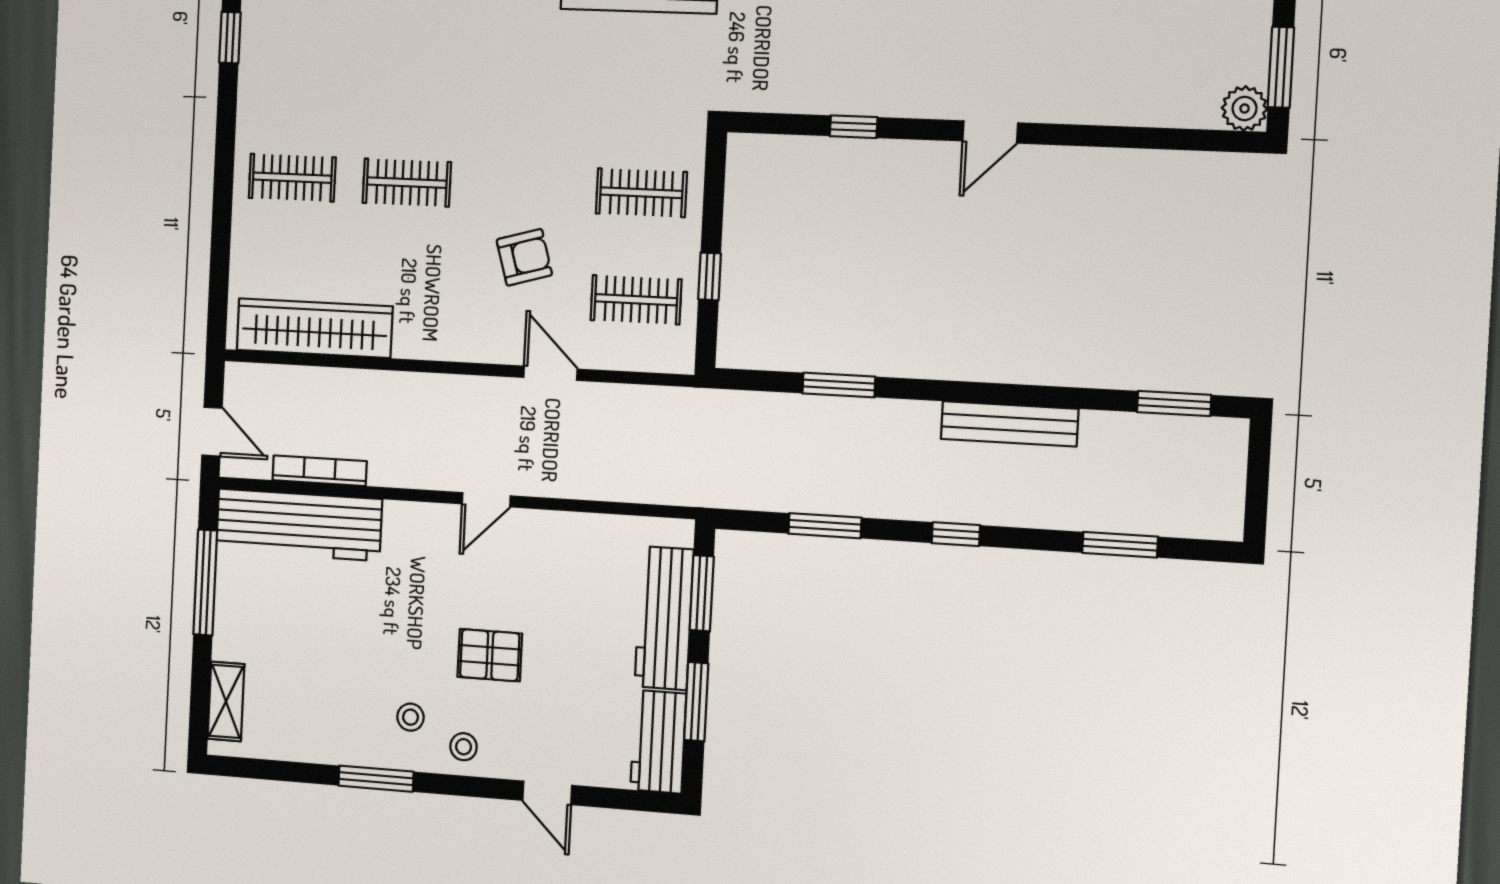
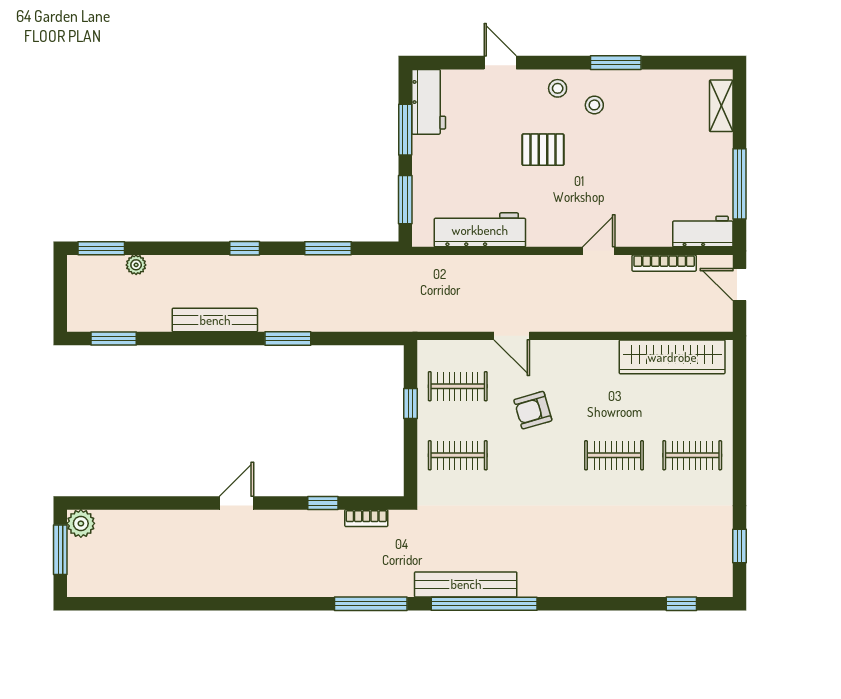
bookcase: (787, 100) -> (366, 518), added
window: (839, 385) -> (288, 339), moved
door: (486, 500) -> (599, 251), moved
plant: (1131, 519) -> (136, 265), added
workbench: (299, 525) -> (703, 231), width x0.53, depth x0.76
window: (1120, 545) -> (101, 248), moved
workbench: (664, 618) -> (480, 230), moved, turned -90

